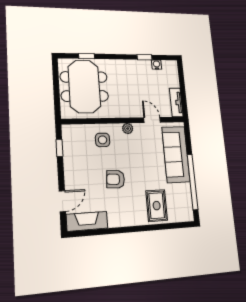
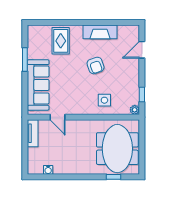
window: (145, 57) -> (59, 177), removed
plant: (128, 129) -> (135, 110), moved
armchair: (115, 179) -> (96, 65), turned 67
window: (193, 182) -> (25, 60), width x0.47
fireplace: (87, 221) -> (100, 32), moved

